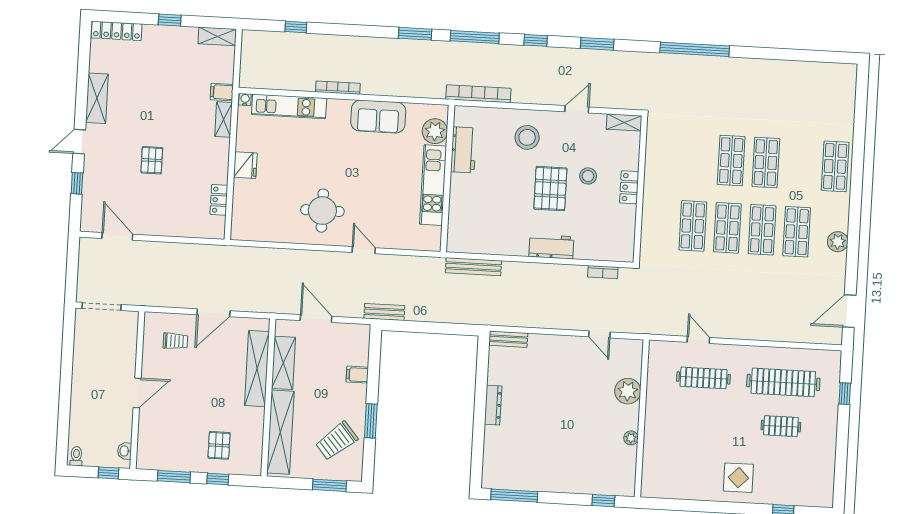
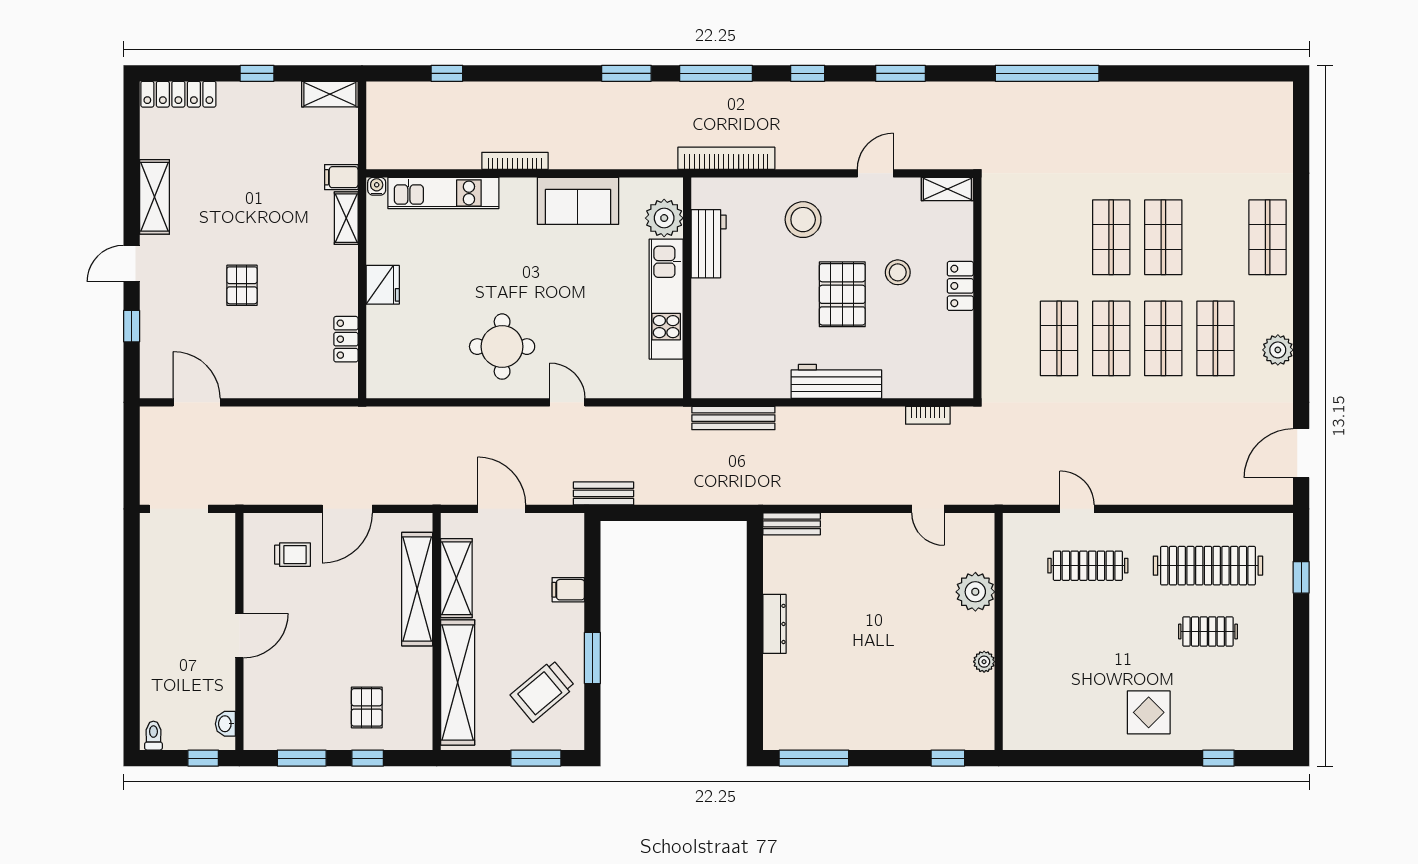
workbench: (551, 247) -> (836, 381), width x1.38

